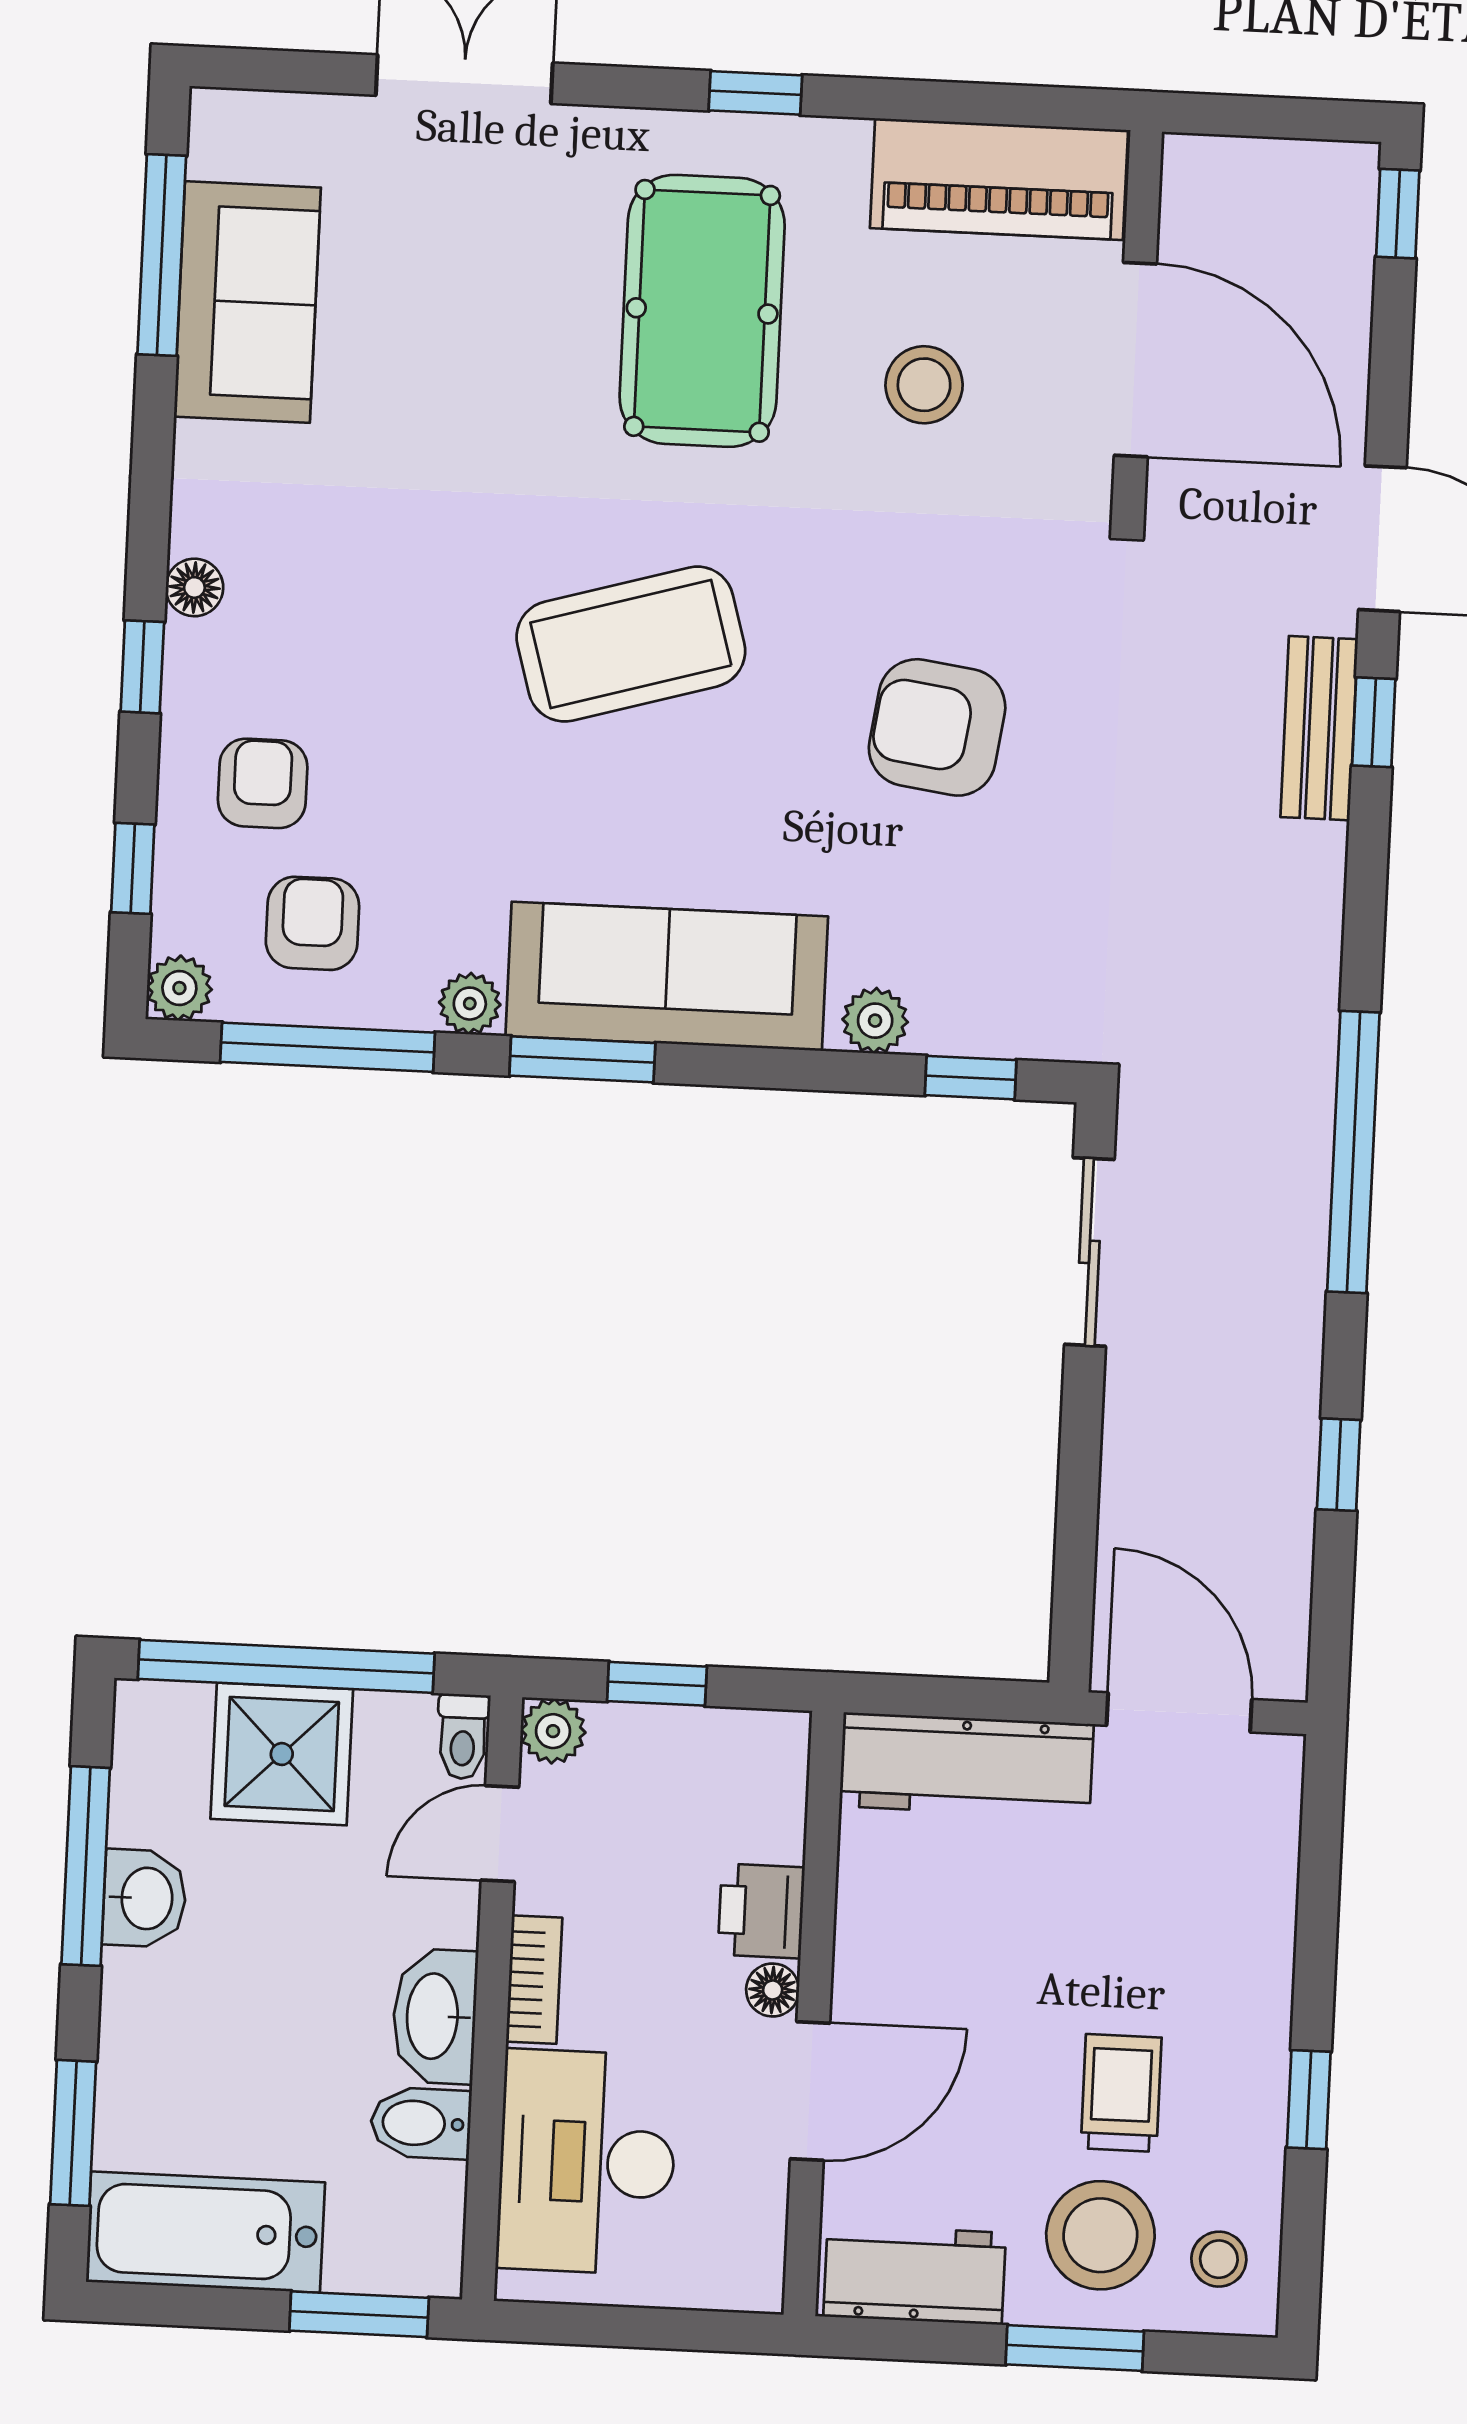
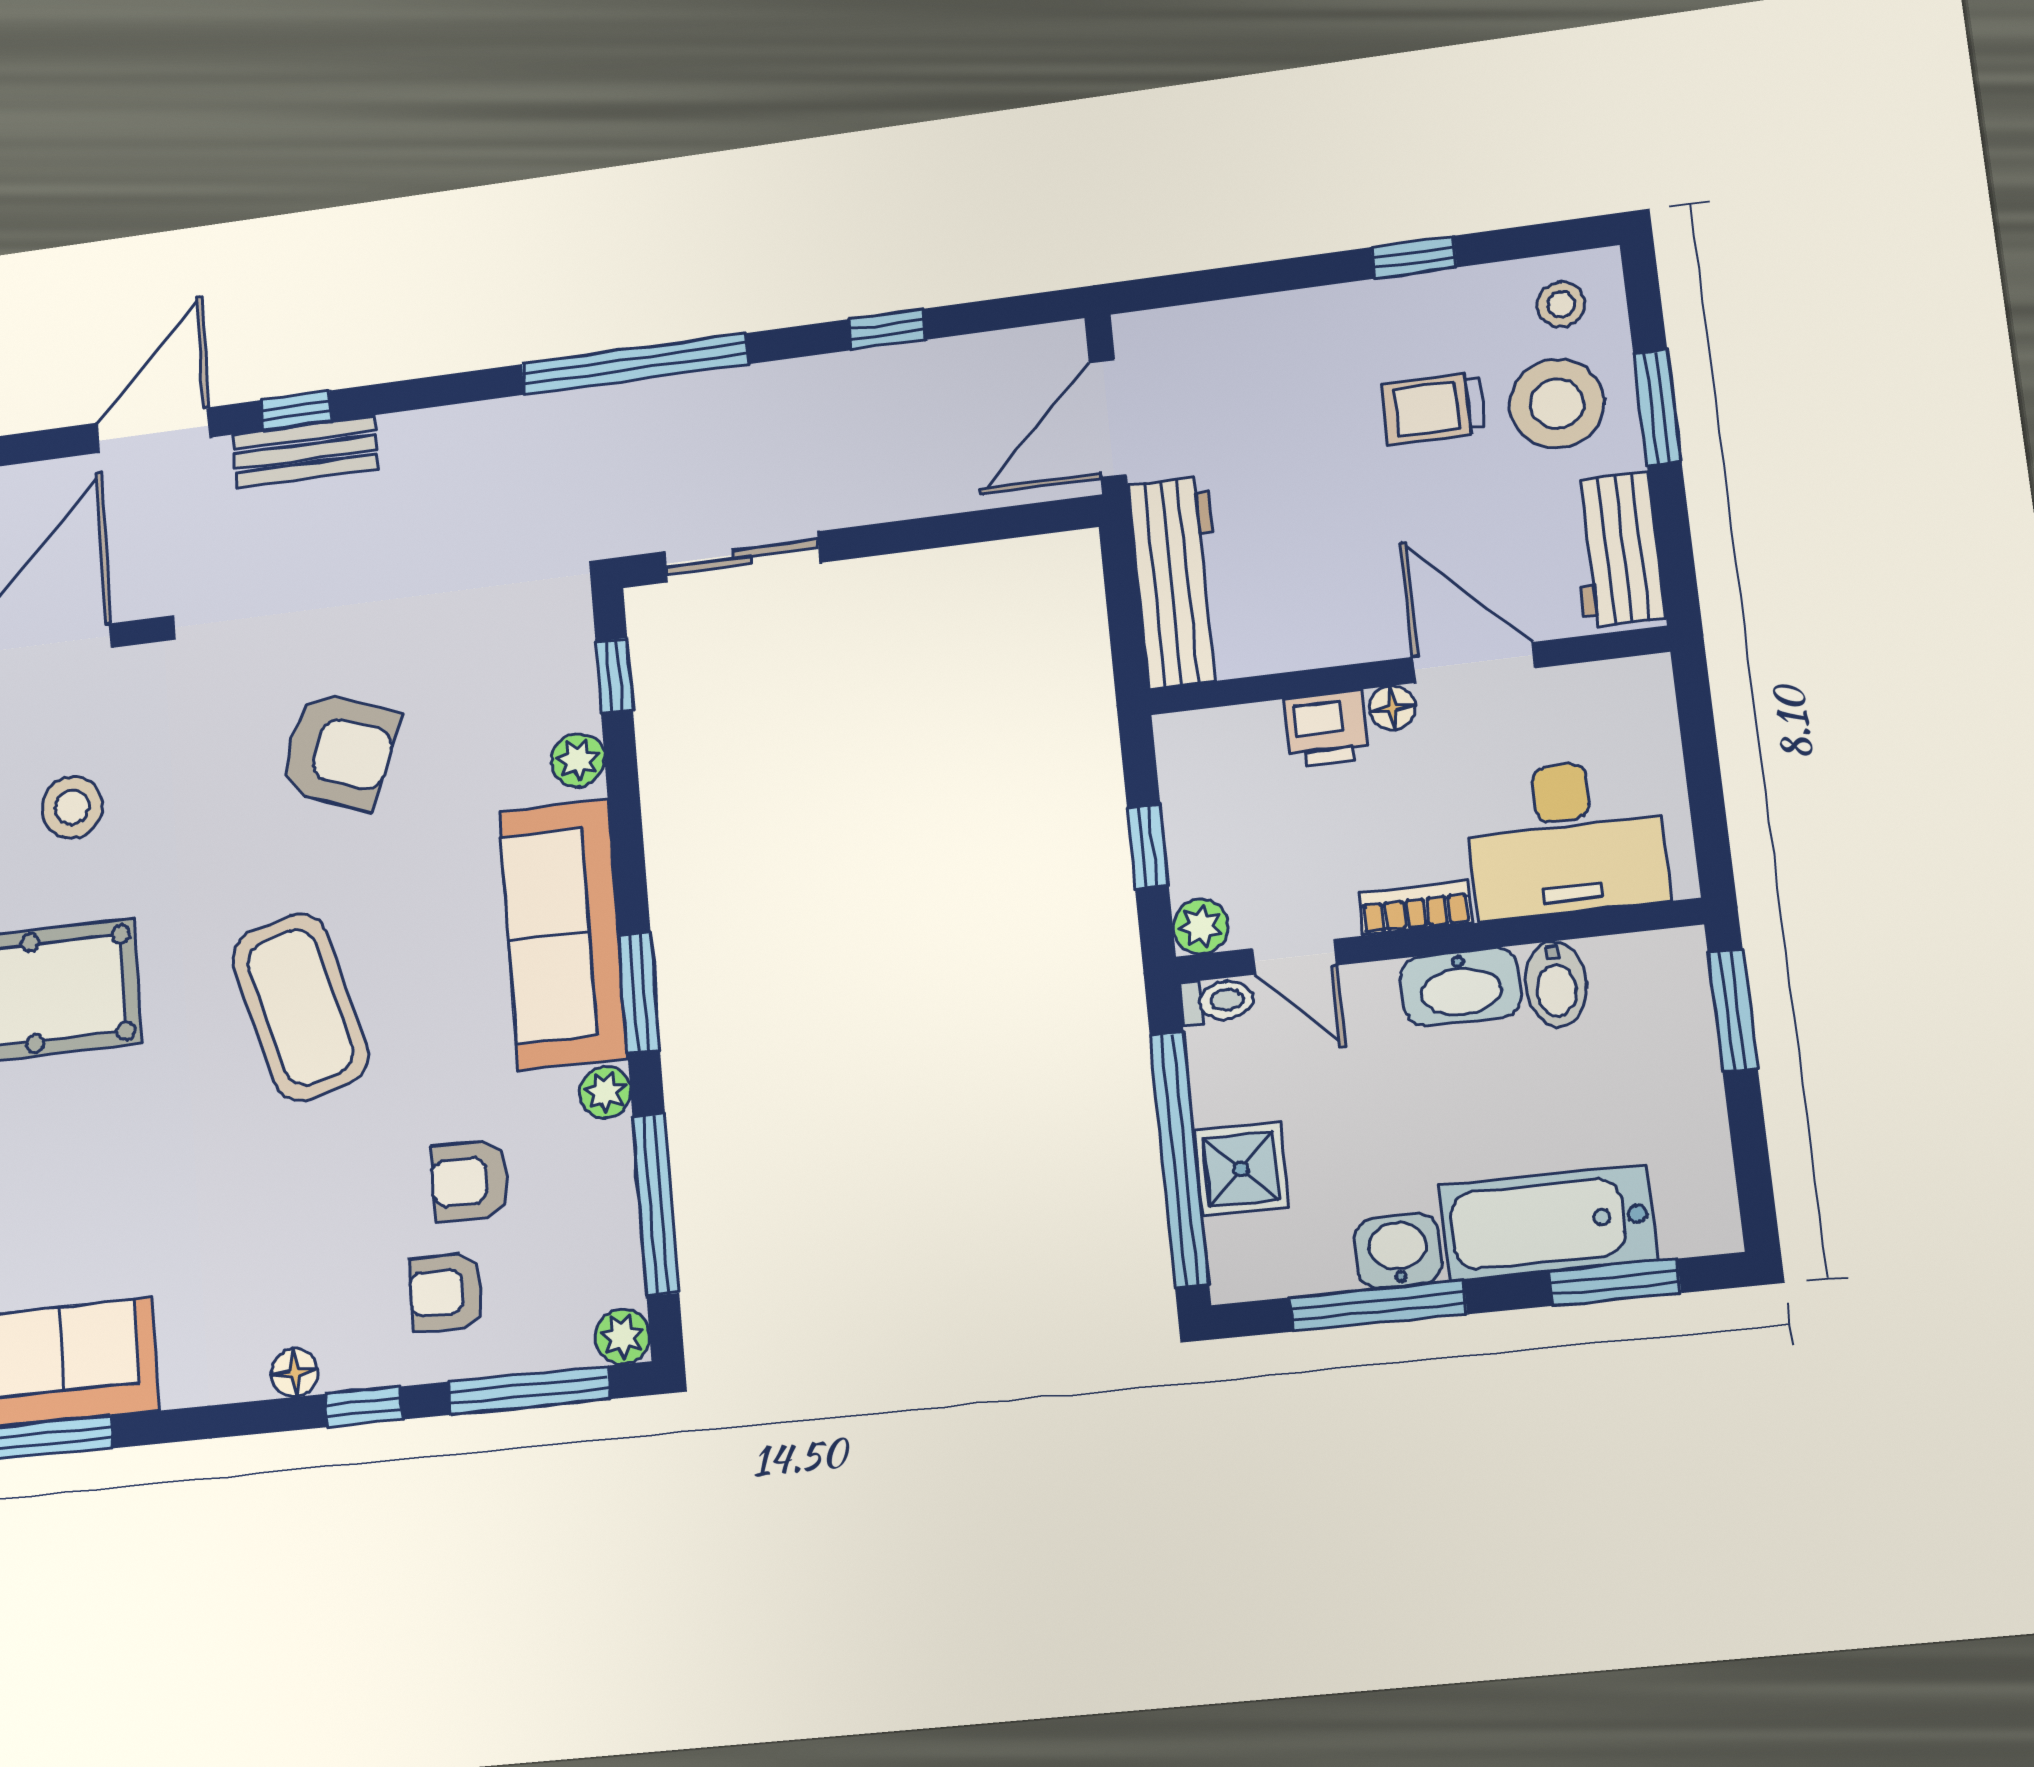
armchair: (937, 727) -> (339, 751), turned -77
window: (133, 868) -> (529, 1390), width x2.17
armchair: (312, 923) -> (470, 1181), moved
shower: (282, 1754) -> (1241, 1169), width x0.73, depth x0.73
bathtub: (205, 2232) -> (1548, 1223), moved, turned 90

